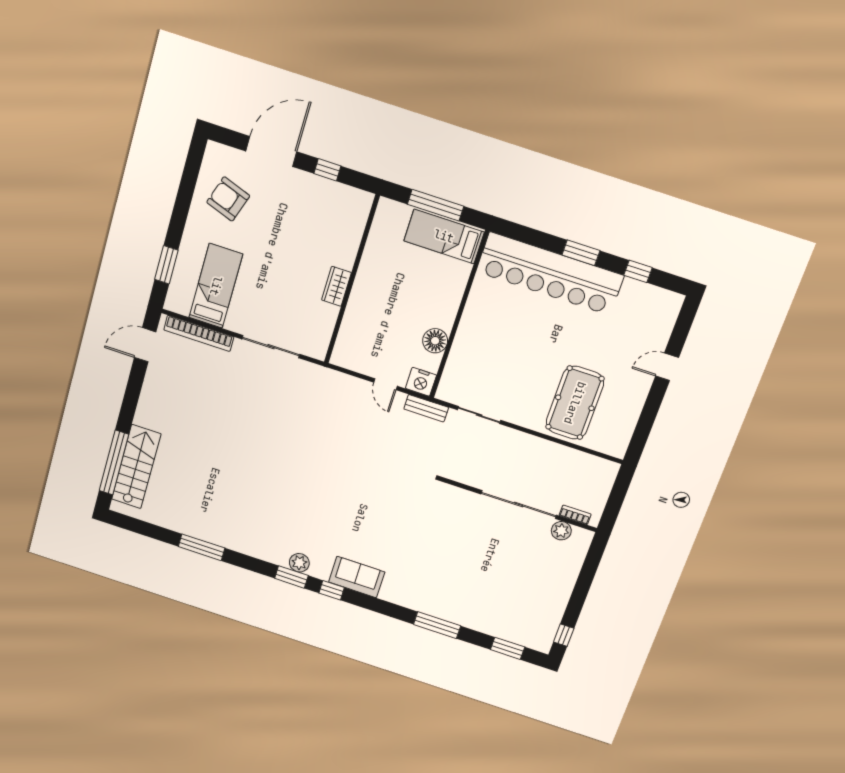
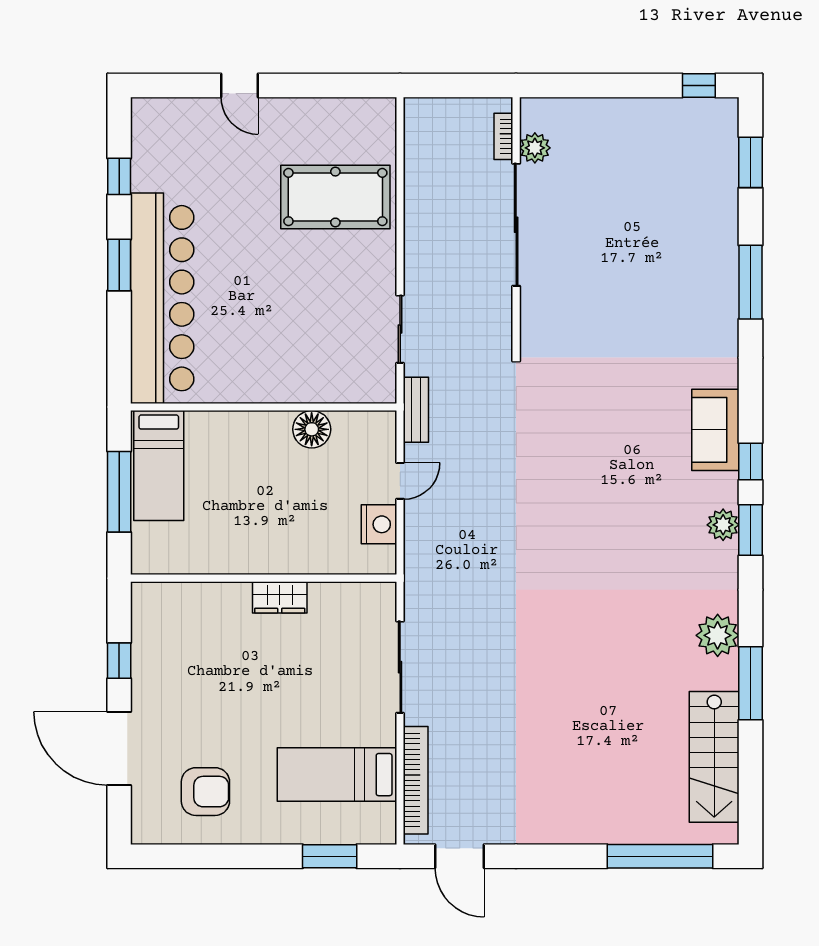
armchair: (228, 199) -> (205, 792), turned -109
nightstand: (421, 382) -> (379, 524), moved
stairs: (136, 467) -> (714, 757), moved, turned -90
plant: (235, 538) -> (718, 635), added

